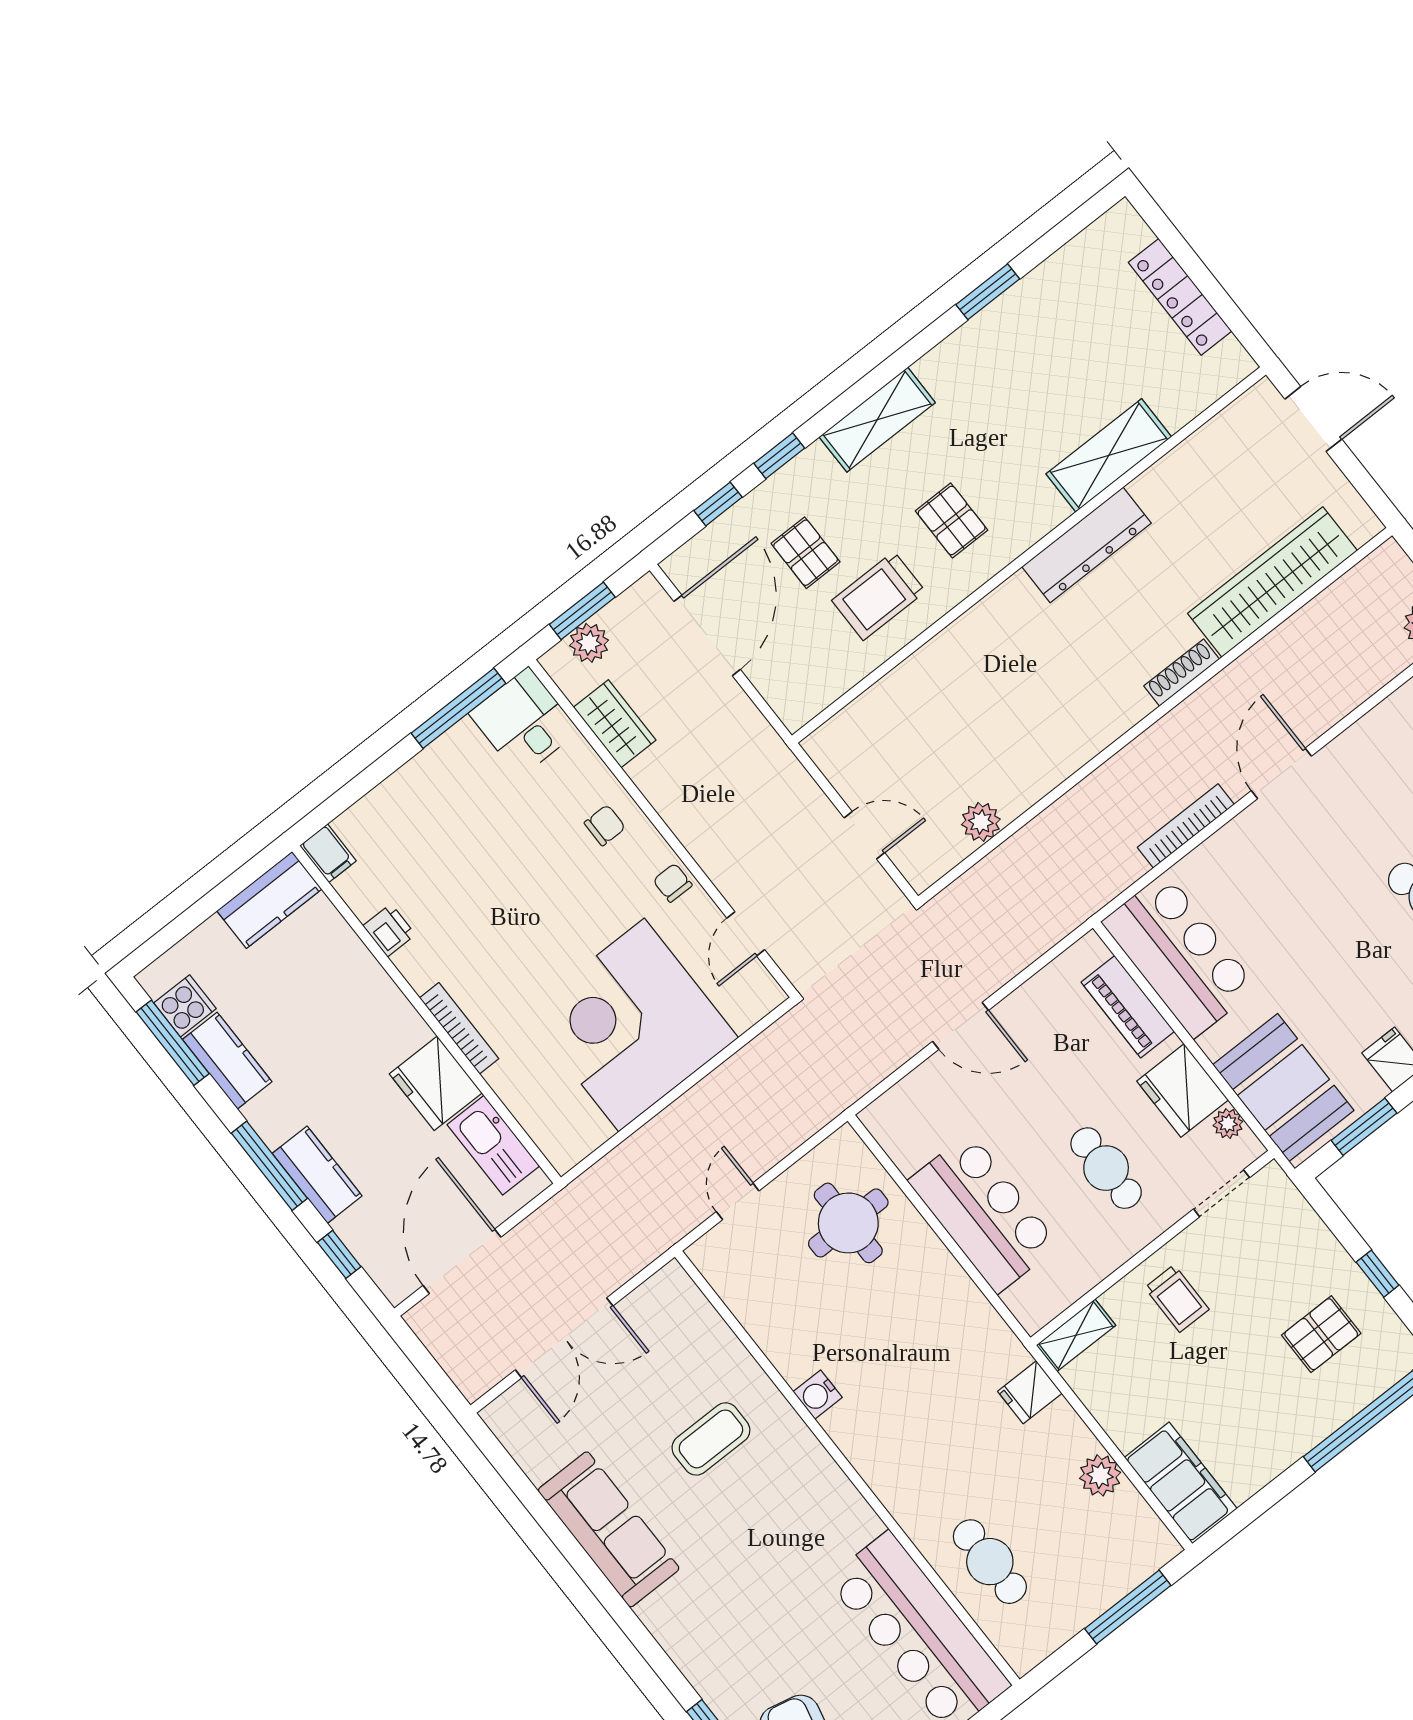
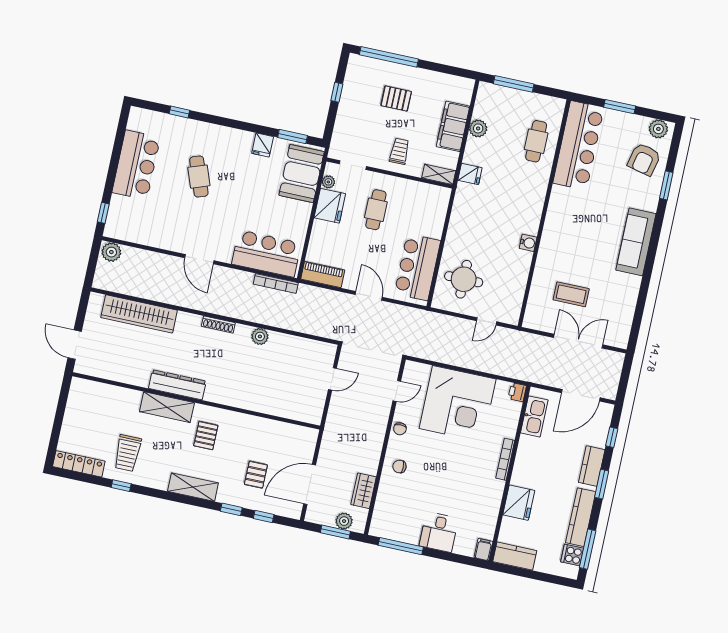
window: (988, 292) -> (121, 486), width x0.67
locker: (1180, 297) -> (79, 464), moved, turned -90
shelving: (1109, 455) -> (167, 407), moved
trolley: (879, 596) -> (127, 453), moved, turned 90
shoe rack: (1182, 673) -> (218, 325), moved
desk: (524, 722) -> (439, 532), moved
door: (1281, 773) -> (199, 259), hinge flipped
plant: (981, 822) -> (260, 336), moved
bookcase: (1186, 826) -> (276, 283), moved
door: (864, 835) -> (332, 379), swing flipped
printer: (389, 930) -> (517, 392), moved
bar counter: (1180, 955) -> (266, 254), moved, turned 90
piano: (1128, 1007) -> (323, 274), moved, turned -90
kitchen counter: (227, 1061) -> (581, 517), width x1.50
fridge: (436, 1083) -> (519, 503), moved
window: (269, 1166) -> (602, 484), width x0.69
bar counter: (984, 1213) -> (417, 267), moved
pallet: (1321, 1334) -> (396, 99), moved
coffee table: (711, 1439) -> (571, 294), moved
filing cabinet: (1181, 1483) -> (453, 126), moved
sofa: (609, 1529) -> (636, 242), moved

